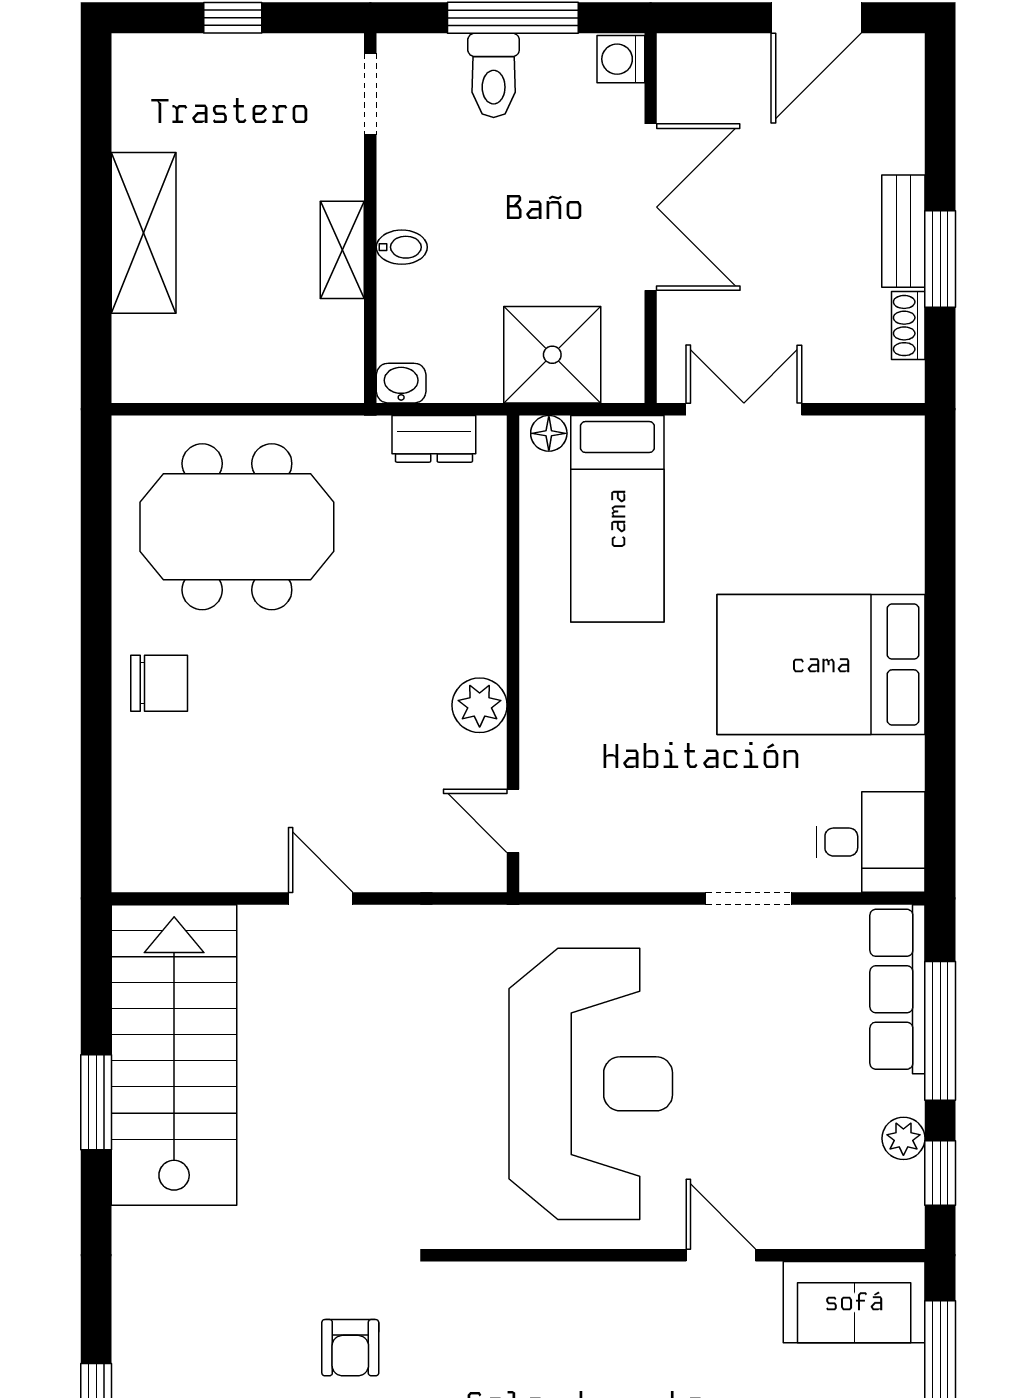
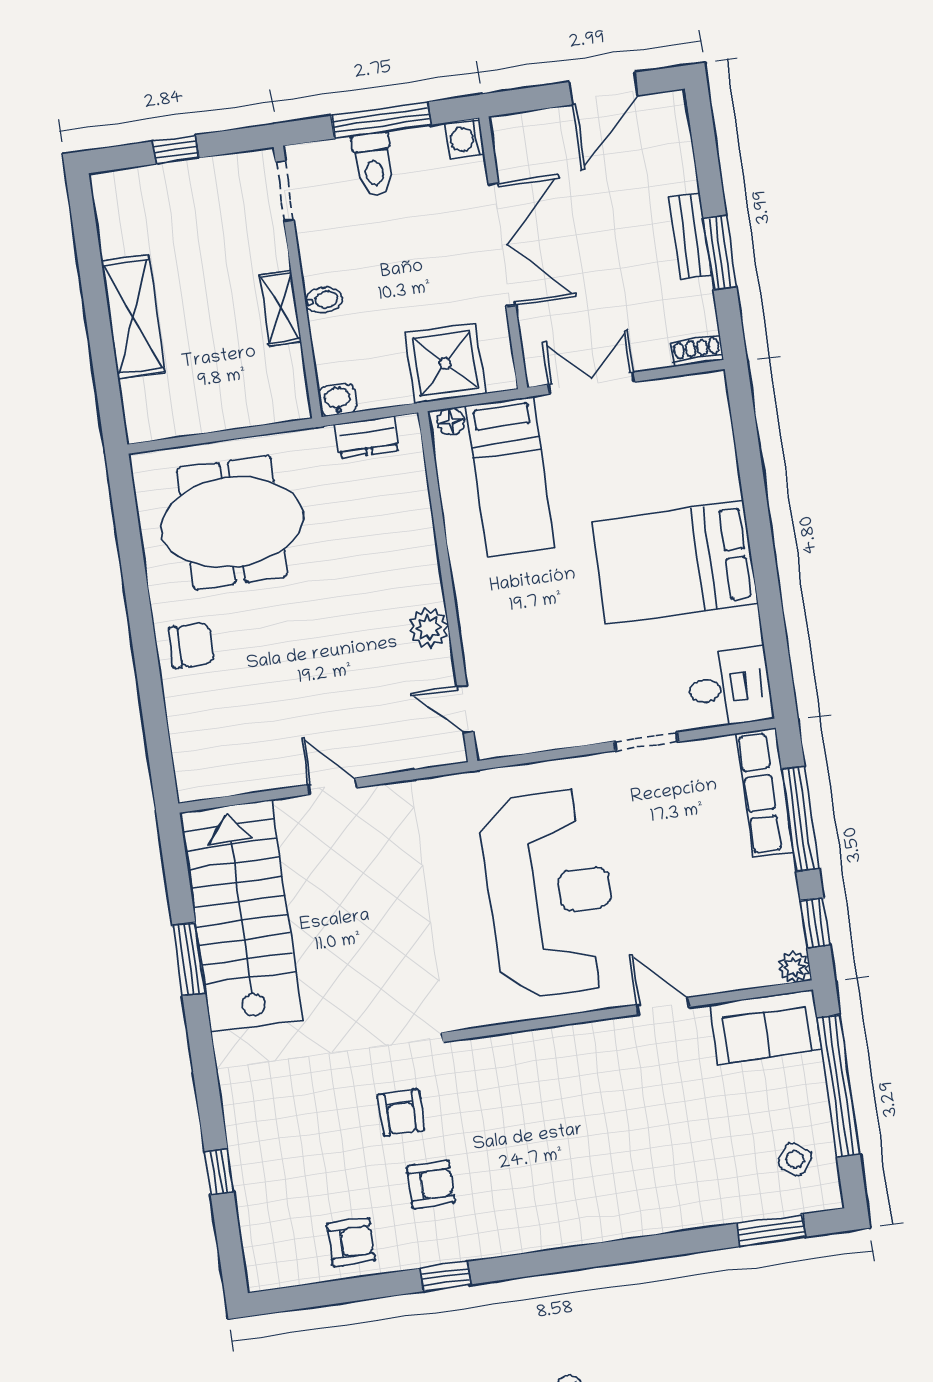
shoe rack: (908, 326) -> (697, 351), moved, turned 90
plant: (903, 1138) -> (794, 967), moved

